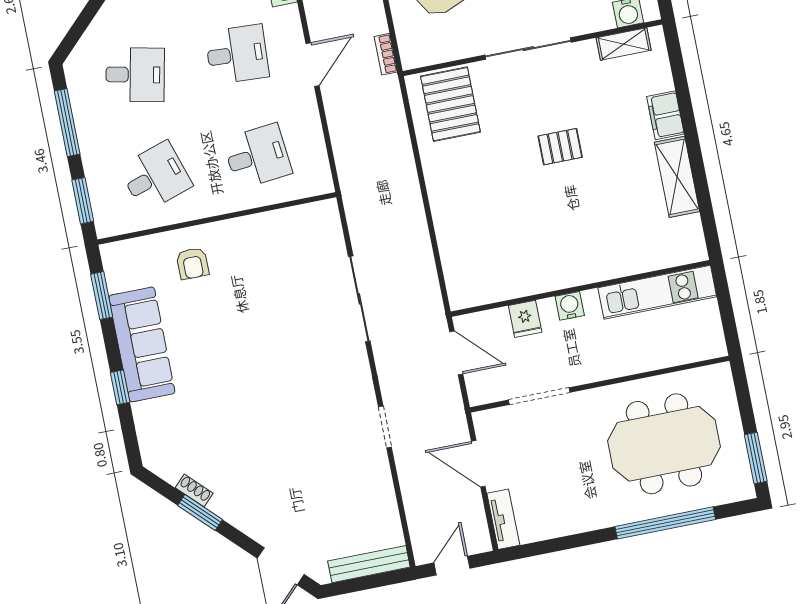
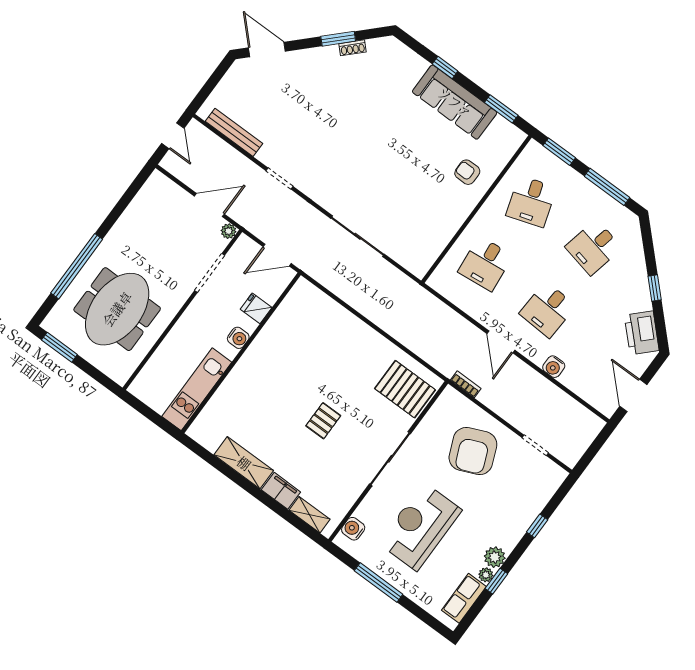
shelving: (624, 44) -> (310, 515), moved, turned 90
plant: (483, 421) -> (229, 231), added
tv unit: (503, 519) -> (168, 187), removed
bench: (369, 564) -> (234, 132), moved, turned 90

